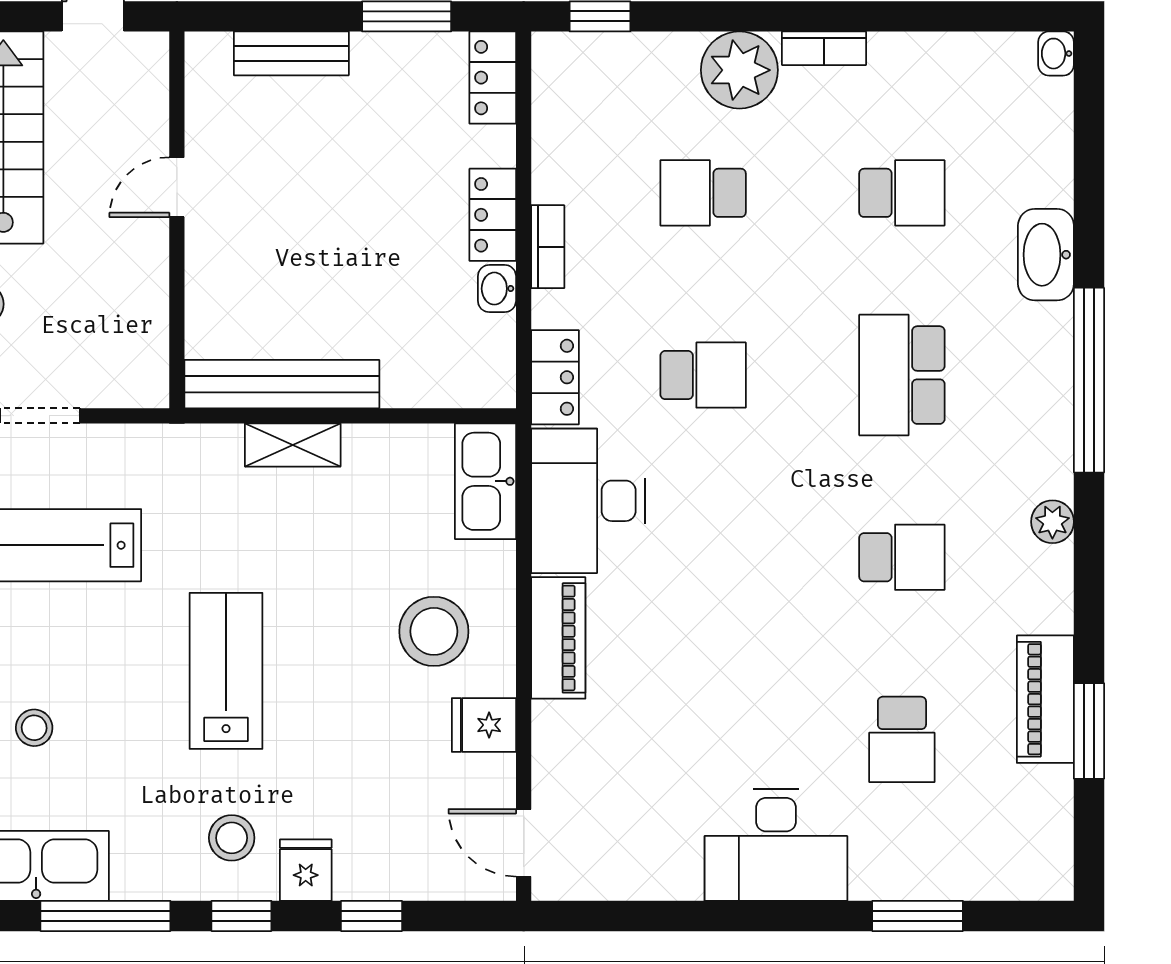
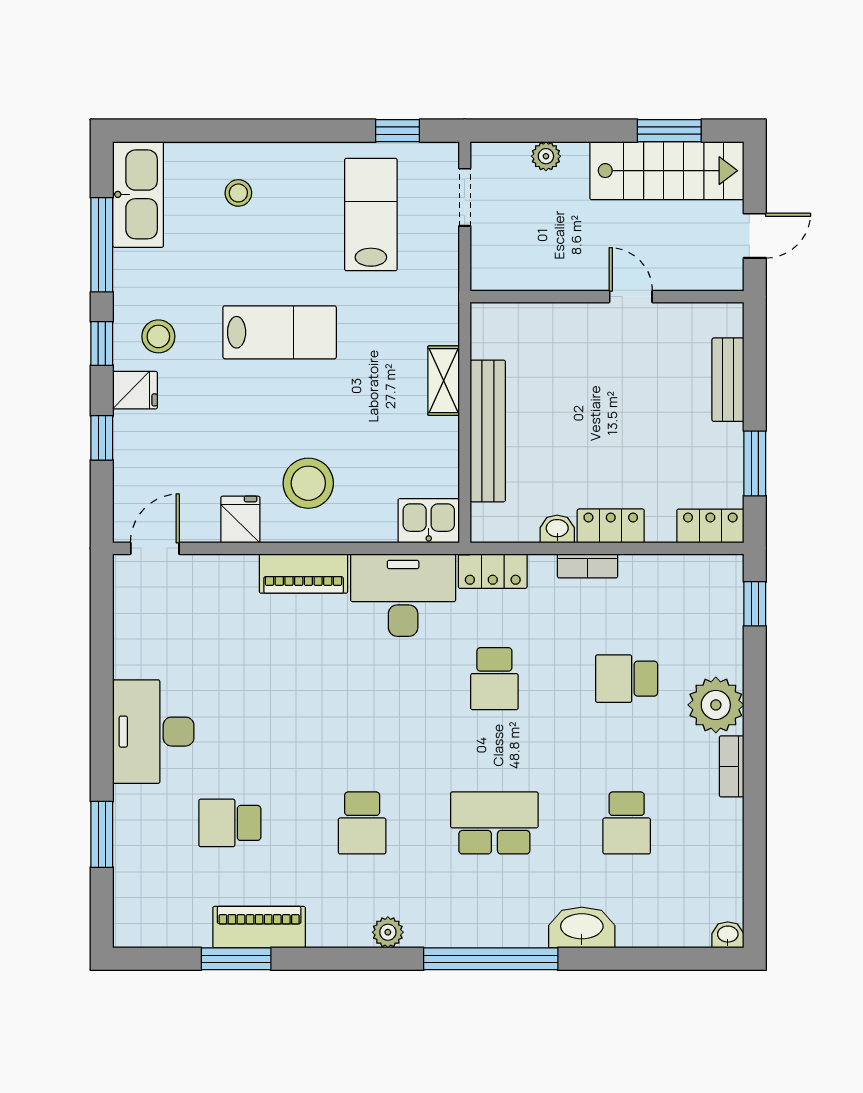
school desk: (703, 193) -> (627, 679), turned -90
bench: (282, 384) -> (488, 431), moved
kitchen sink: (486, 481) -> (429, 521), width x0.73

